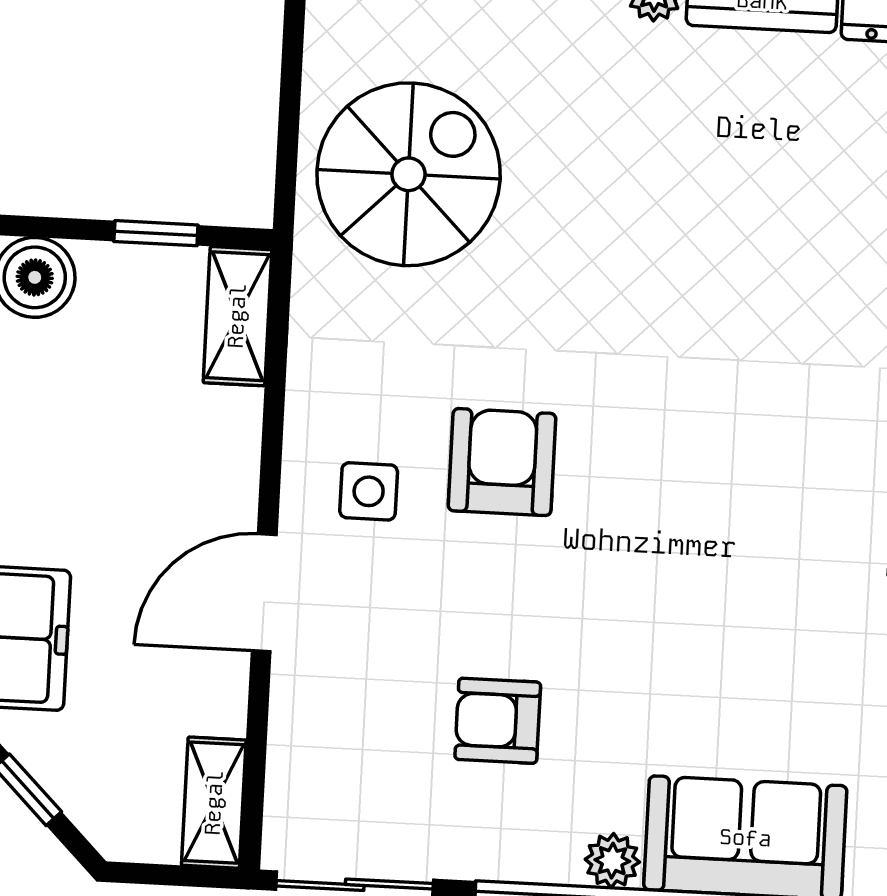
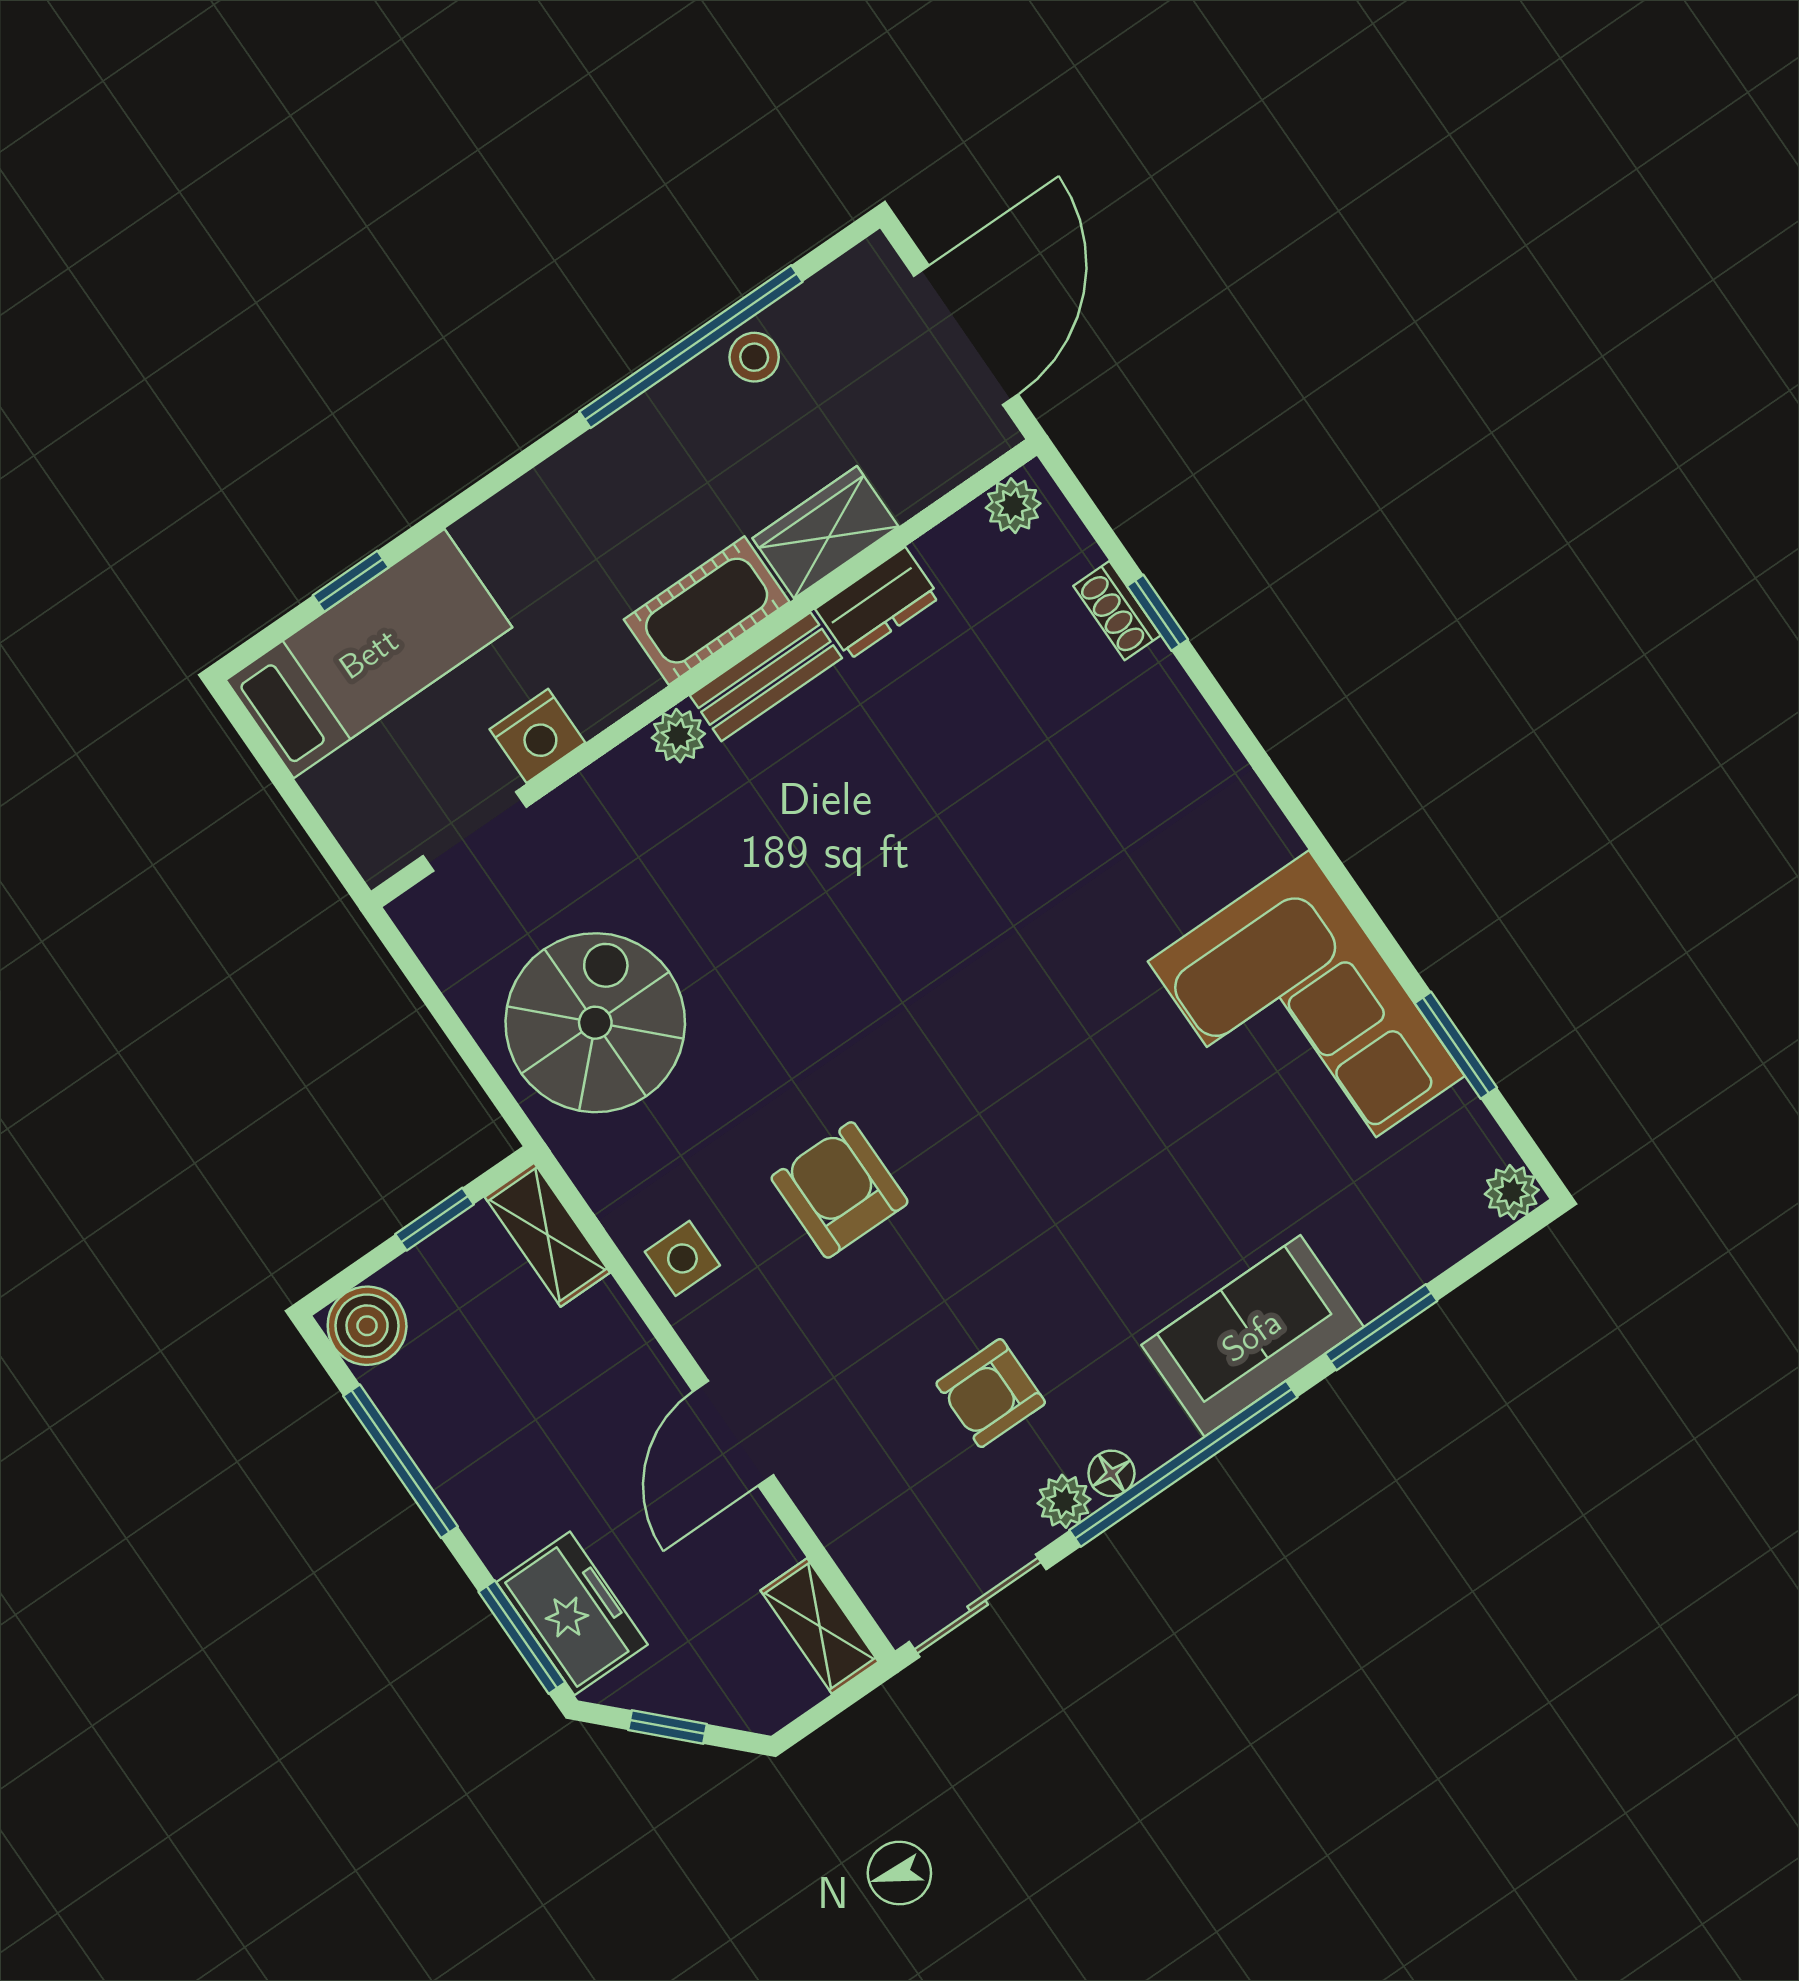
side table: (369, 491) -> (682, 1258), moved
floor lamp: (545, 861) -> (1111, 1473), added
plant: (612, 861) -> (1064, 1501), moved

